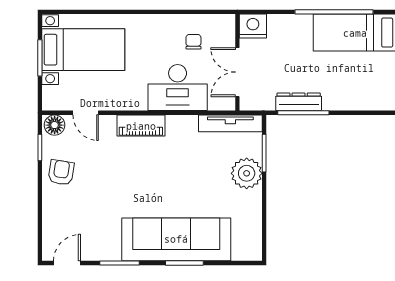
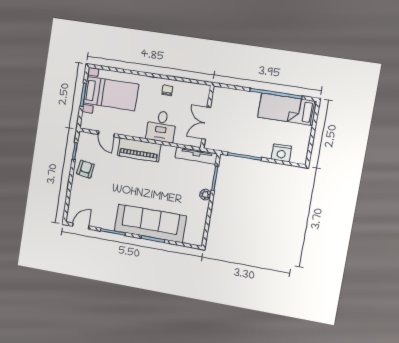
nightstand: (253, 26) -> (281, 153), moved, turned 180
chair: (193, 42) -> (167, 90), moved
desk: (178, 88) -> (161, 126), width x0.73
dresser: (299, 102) -> (243, 149), removed
floor lamp: (55, 125) -> (86, 139), removed
piano: (141, 126) -> (139, 150), width x1.37, depth x1.33
plant: (247, 173) -> (205, 195), width x0.53, depth x0.53

